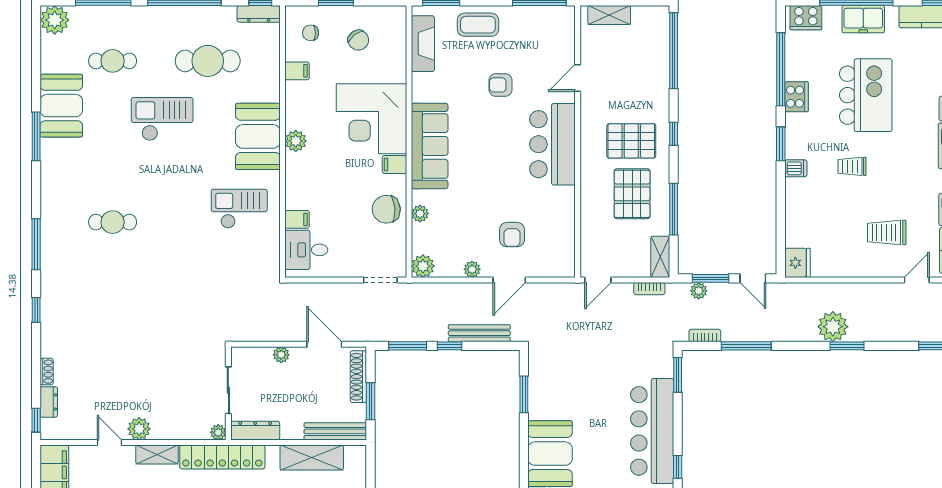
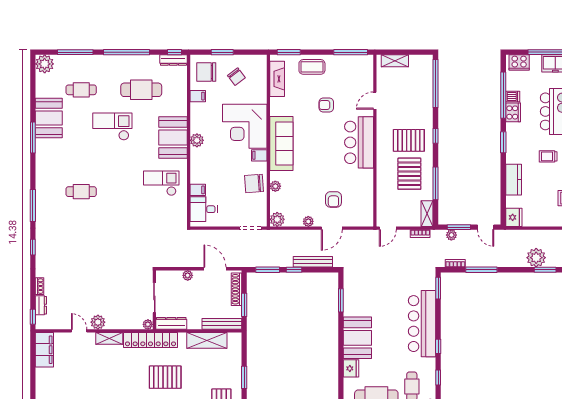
chair: (311, 33) -> (206, 72), width x1.87, depth x1.87
dishwasher: (796, 168) -> (513, 96), moved
kitchen counter: (797, 203) -> (514, 180), added

